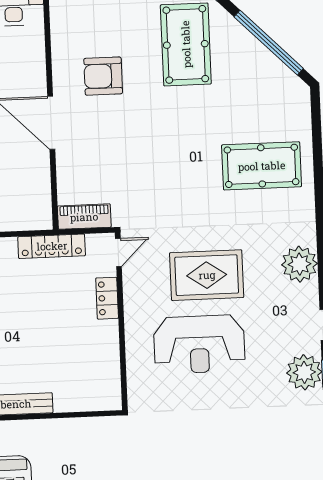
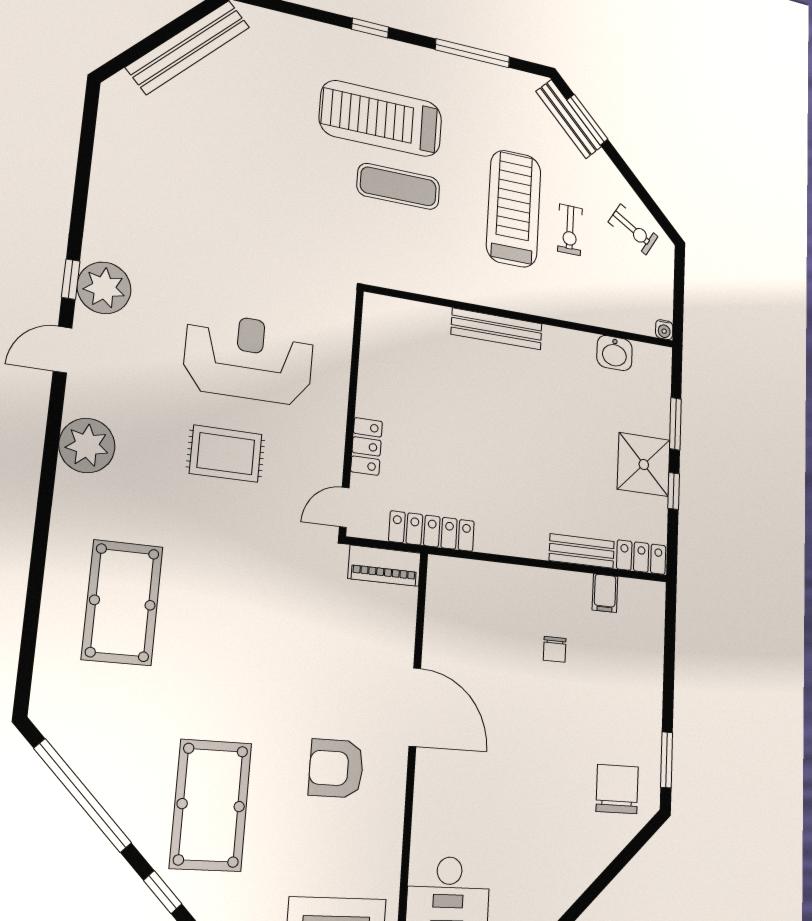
armchair: (103, 76) -> (336, 768), turned 180
pool table: (262, 166) -> (122, 603), turned 90
rug: (207, 275) -> (226, 454), width x0.73, depth x0.70

